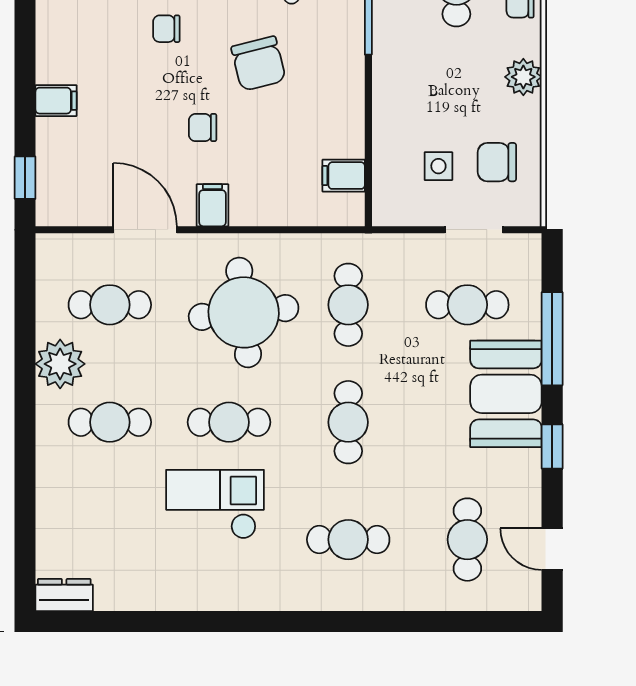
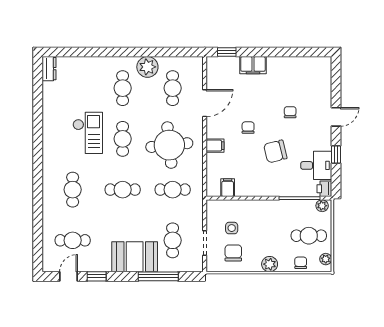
filing cabinet: (56, 101) -> (253, 65), width x2.00
filing cabinet: (212, 205) -> (215, 146), moved
window: (552, 447) -> (97, 276), moved

